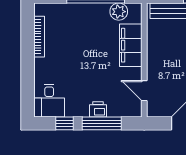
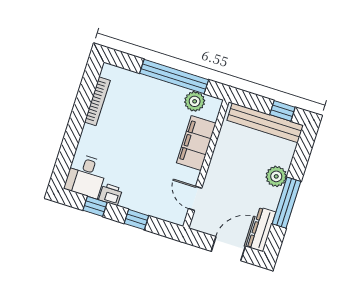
printer: (98, 109) -> (111, 194), moved
window: (102, 123) -> (136, 220), width x0.46

